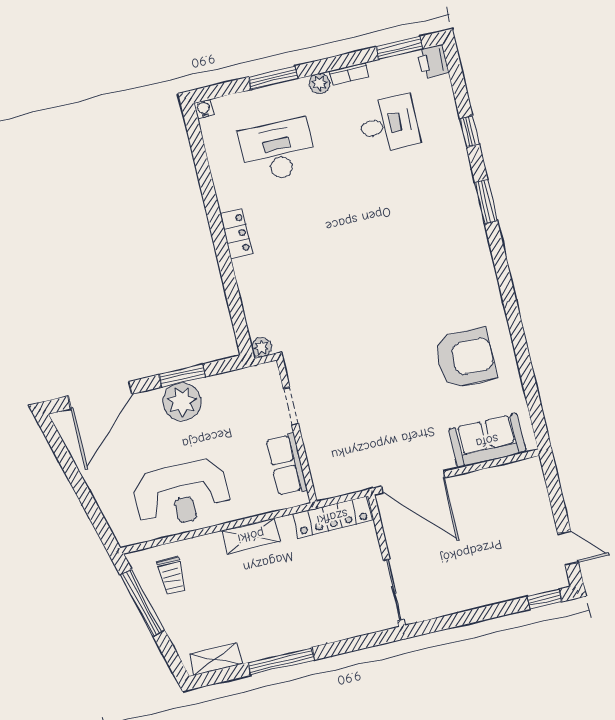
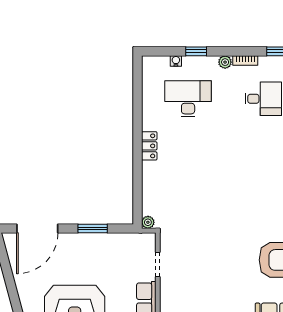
window: (273, 78) -> (196, 51), width x0.67
water cooler: (204, 109) -> (176, 61), moved
plant: (182, 402) -> (89, 245), removed

